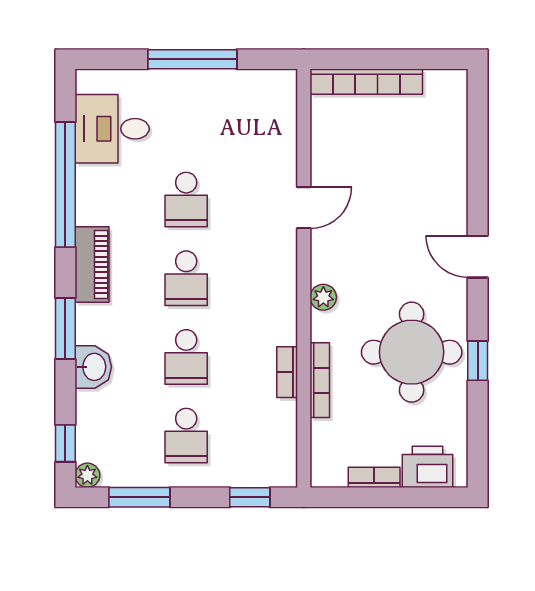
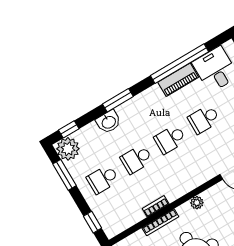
piano: (92, 265) -> (178, 80), moved
plant: (87, 475) -> (68, 149), width x1.88, depth x1.88

